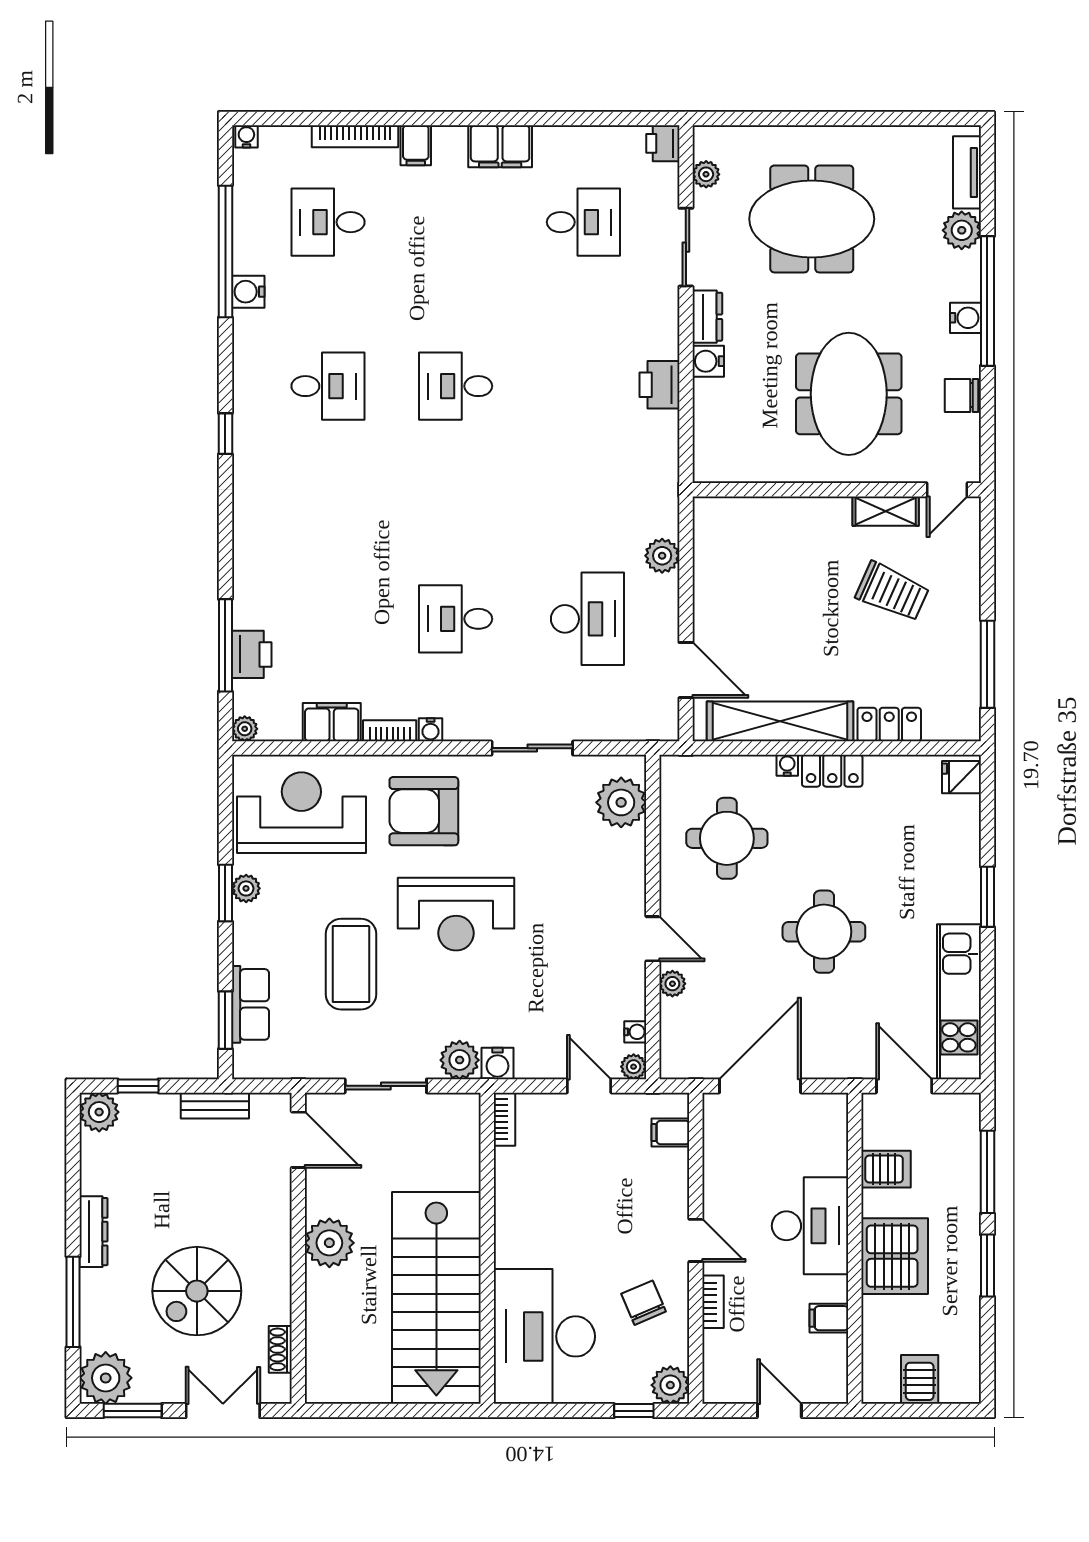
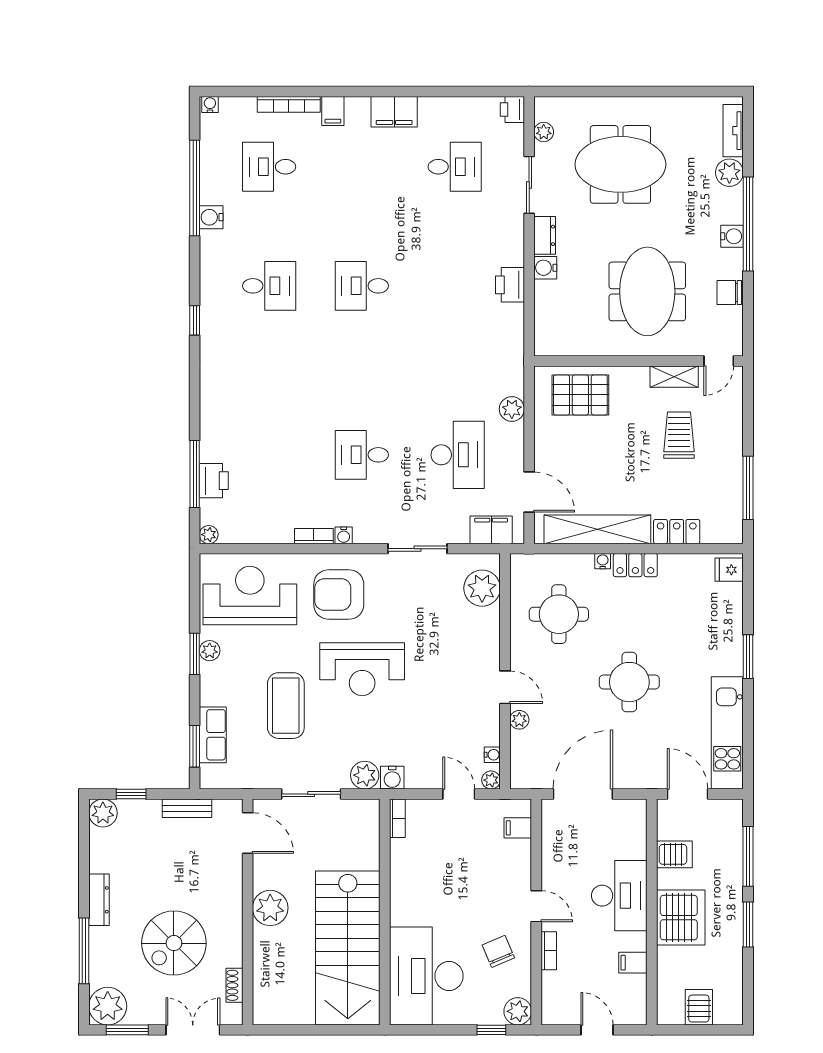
pallet: (757, 536) -> (580, 395), added
trolley: (892, 592) -> (679, 435), turned -114
filing cabinet: (332, 722) -> (491, 530), moved

